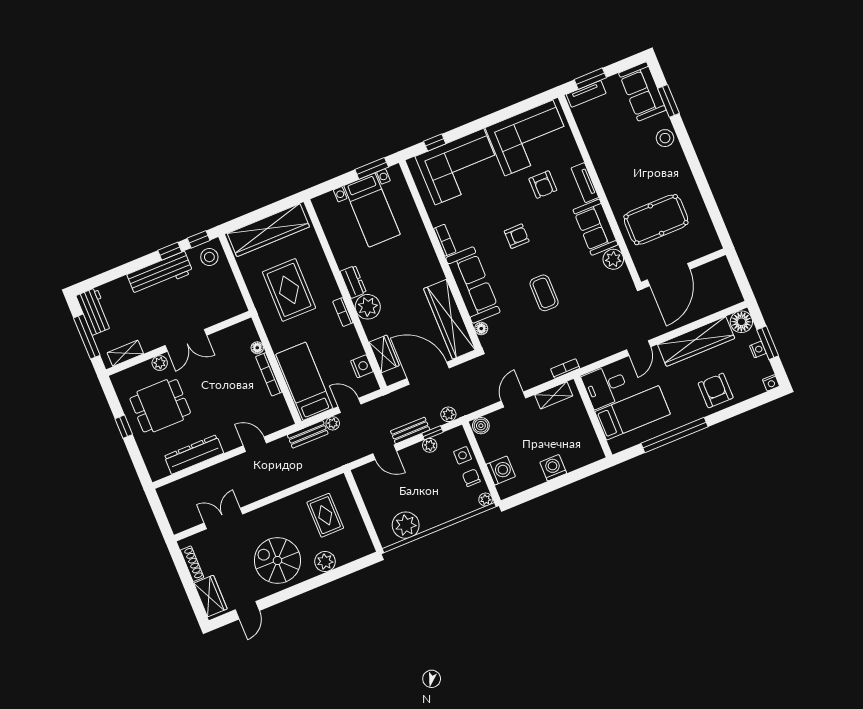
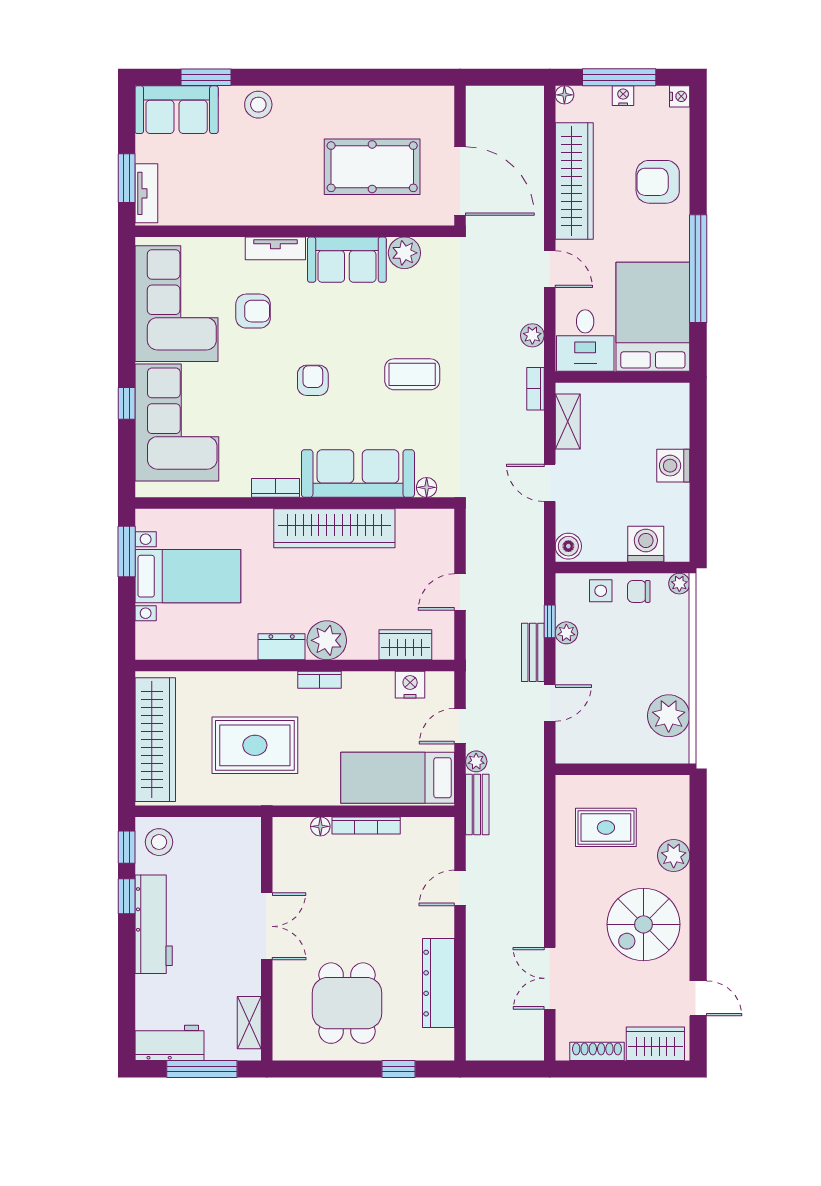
window: (435, 142) -> (127, 403), moved
pool table: (656, 220) -> (372, 167), turned 90
wardrobe: (449, 319) -> (334, 528), moved
floor lamp: (741, 322) -> (564, 95), width x0.53, depth x0.53
window: (768, 343) -> (619, 77), width x1.44
plant: (160, 363) -> (284, 978), removed
door: (428, 373) -> (460, 592), width x0.53
bed: (633, 413) -> (653, 317), width x1.50
plant: (448, 414) -> (532, 335), moved
window: (124, 427) -> (398, 1069), moved

